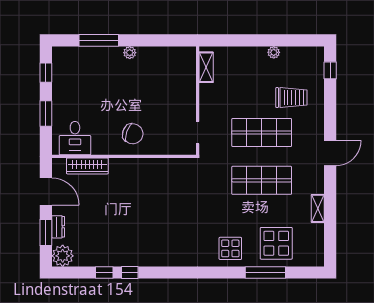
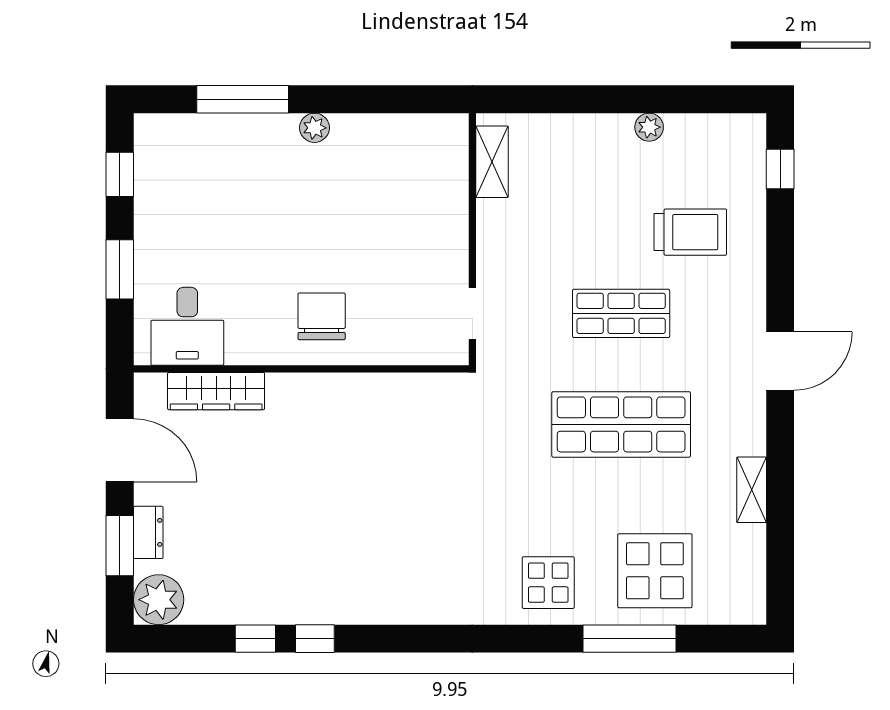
shop shelf: (262, 133) -> (621, 313), width x0.70, depth x0.74
chair: (133, 134) -> (322, 316), turned -110

